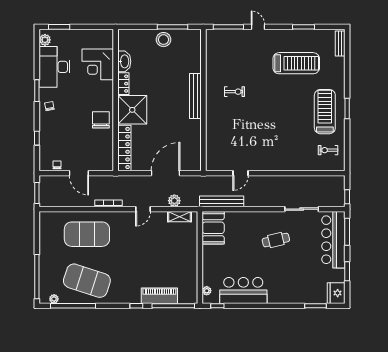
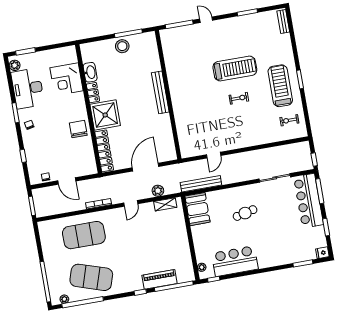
treadmill: (296, 63) -> (235, 69), moved
exercise bike: (235, 92) -> (239, 98), moved
cafe table: (276, 240) -> (245, 213), moved
fridge: (336, 293) -> (322, 253), width x0.53, depth x0.75

